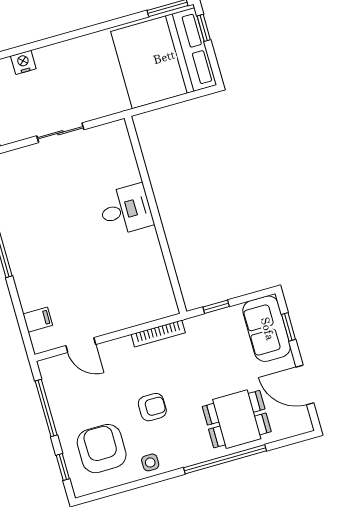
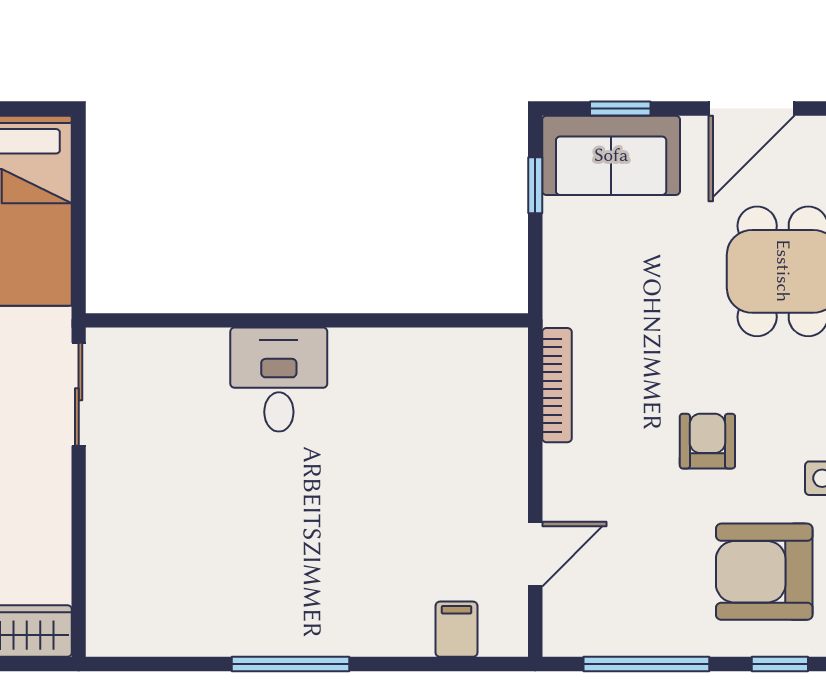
sliding door: (60, 133) -> (79, 394), moved
window: (216, 307) -> (535, 185), moved

